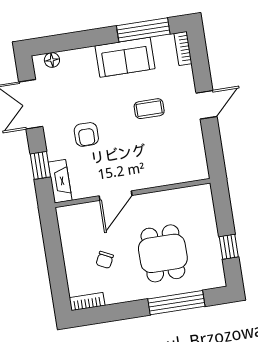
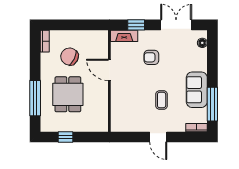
dining table: (163, 253) -> (68, 94), turned 90
chair: (105, 260) -> (70, 57), width x1.87, depth x1.87

